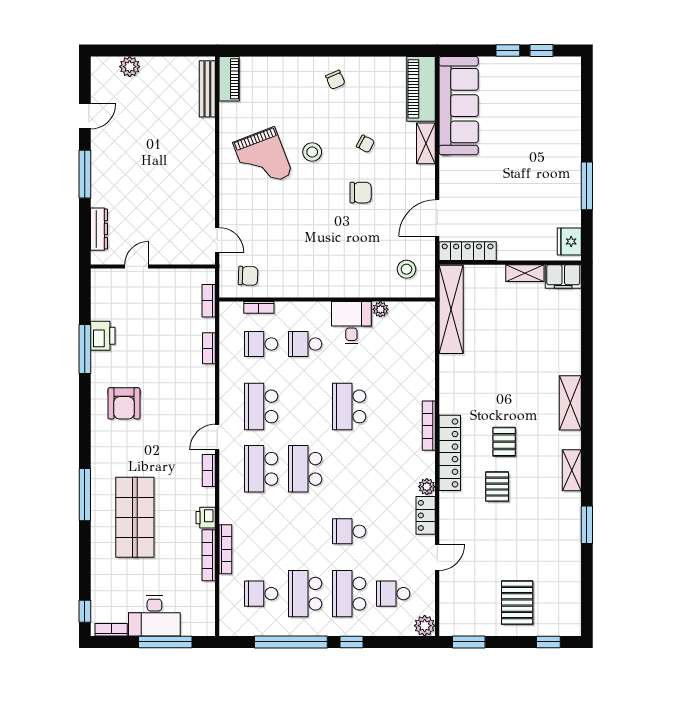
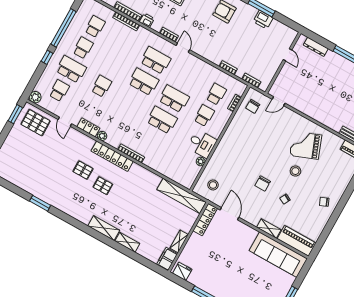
school desk: (261, 406) -> (174, 99), moved
shelving: (572, 470) -> (127, 242), moved
school desk: (305, 594) -> (83, 48), width x0.54
pallet: (517, 603) -> (36, 123), moved

